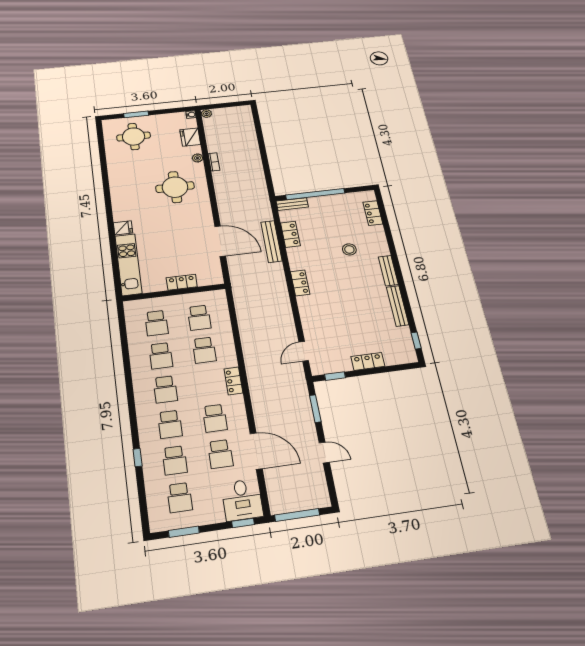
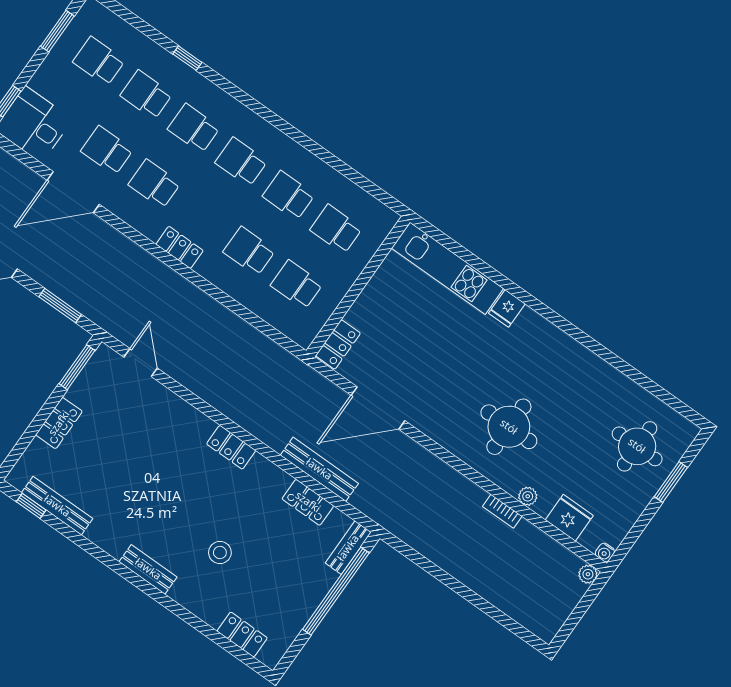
locker: (182, 282) -> (338, 344), moved
bench: (398, 306) -> (57, 506), moved
window: (335, 376) -> (77, 367), width x1.50

